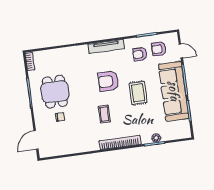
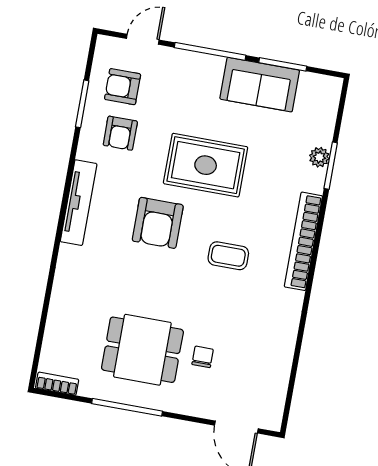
armchair: (159, 49) -> (123, 87), turned 90
sofa: (174, 91) -> (260, 85), width x0.54, depth x0.79
rug: (138, 93) -> (206, 165), width x1.36, depth x1.43

